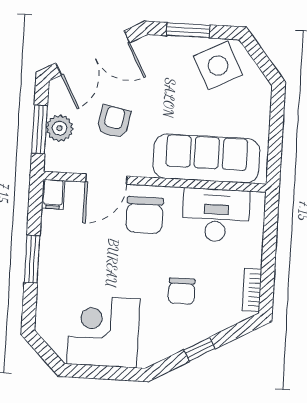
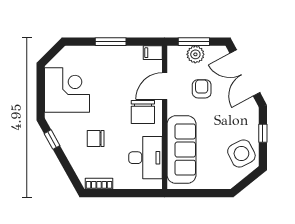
window: (188, 30) -> (263, 133), width x0.67
armchair: (114, 122) -> (202, 89), turned -101
door: (106, 179) -> (165, 86), hinge flipped
chair: (145, 215) -> (143, 112), turned -90
window: (200, 349) -> (52, 140), moved

